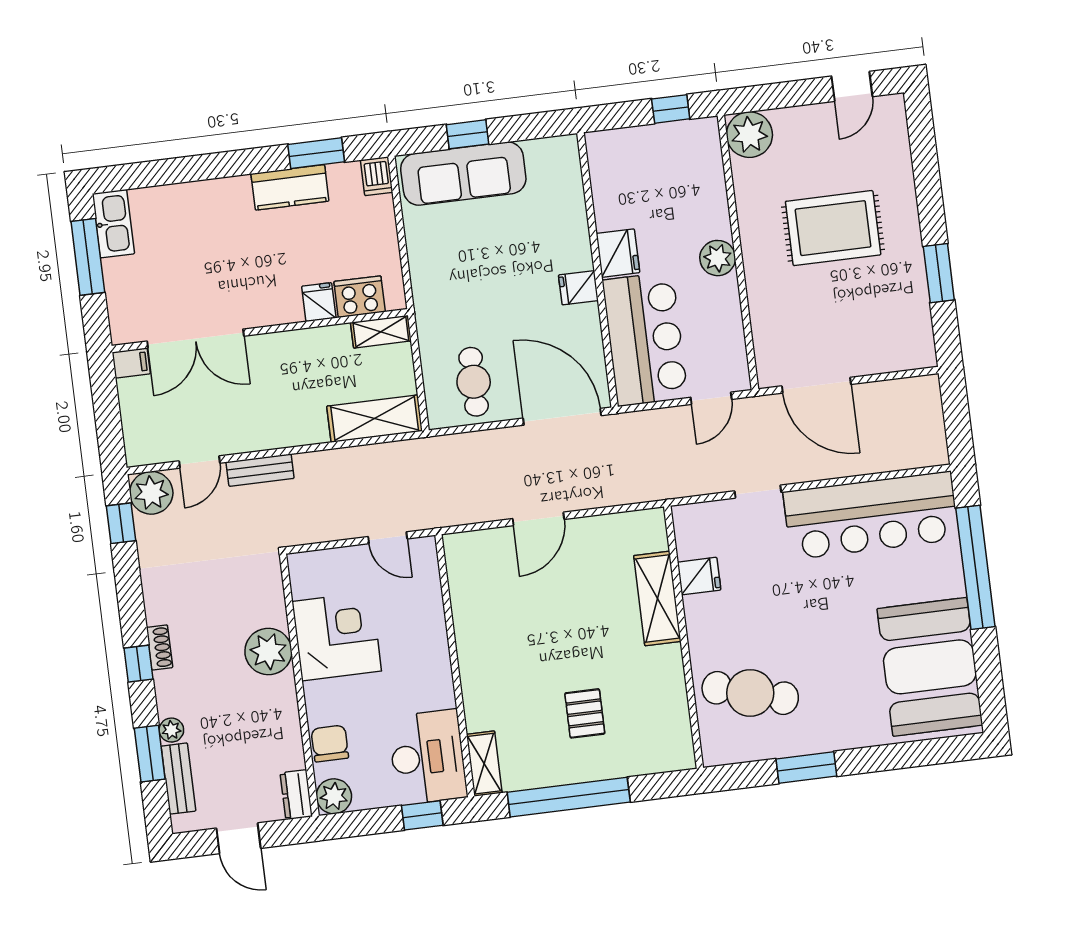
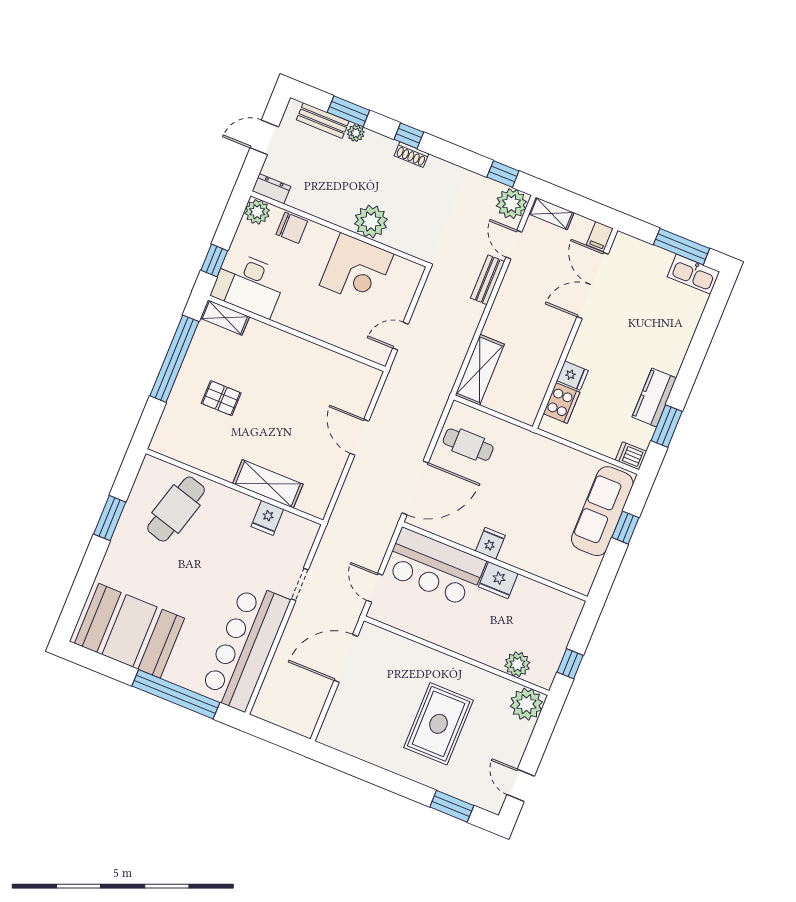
plant: (718, 258) -> (517, 664), moved
window: (939, 273) -> (452, 806), moved
shelving: (381, 332) -> (551, 213), moved, turned 90

